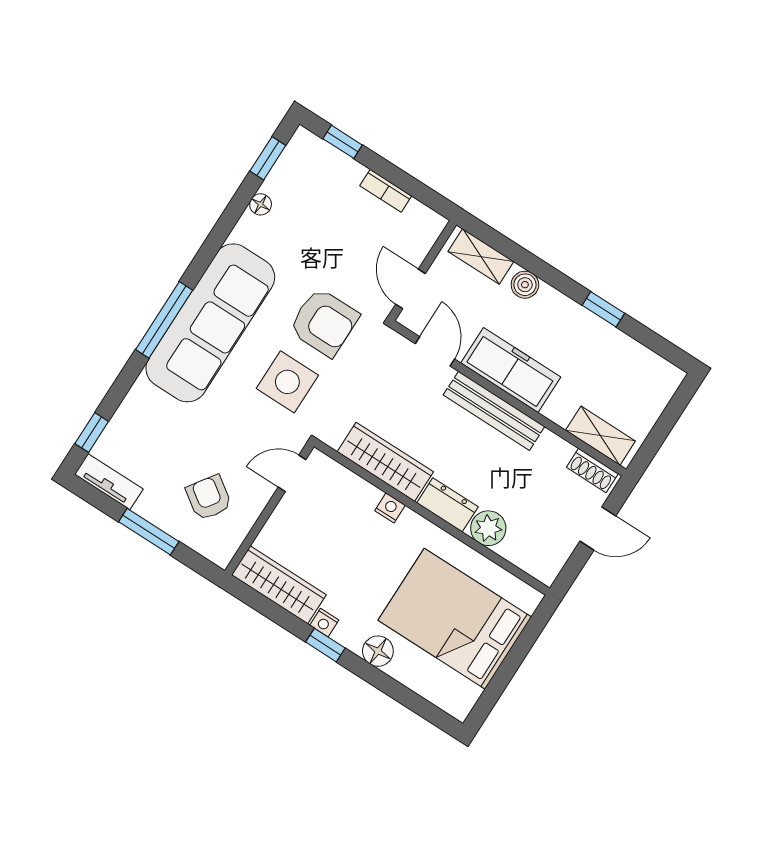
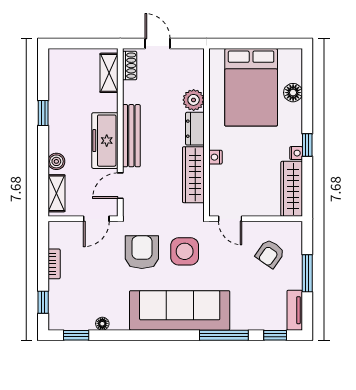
window: (164, 320) -> (224, 335), moved
floor lamp: (378, 651) -> (293, 93), moved

